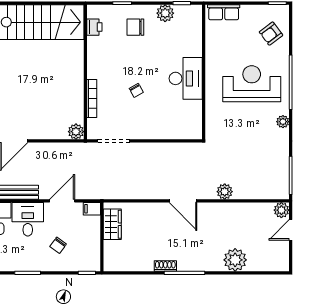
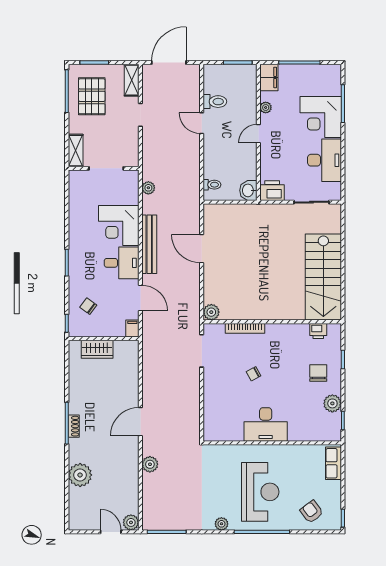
wardrobe: (112, 224) -> (97, 349), moved
chair: (58, 245) -> (88, 306), moved
shoe rack: (165, 266) -> (74, 426), moved

